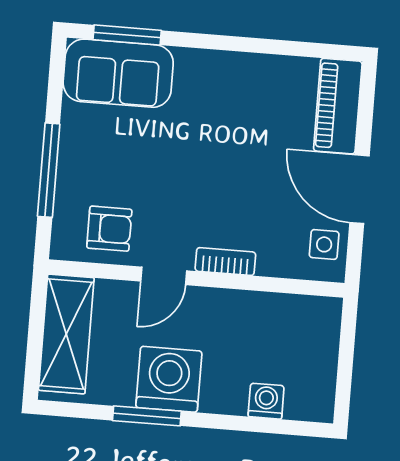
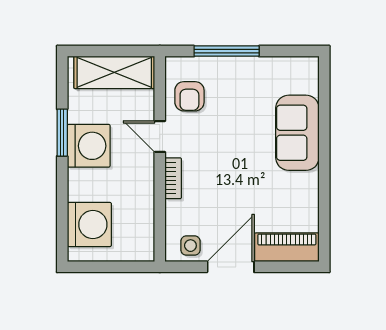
window: (127, 35) -> (324, 98), removed
sofa: (118, 73) -> (297, 133), moved
washing machine: (266, 401) -> (89, 224), width x1.89, depth x1.89

